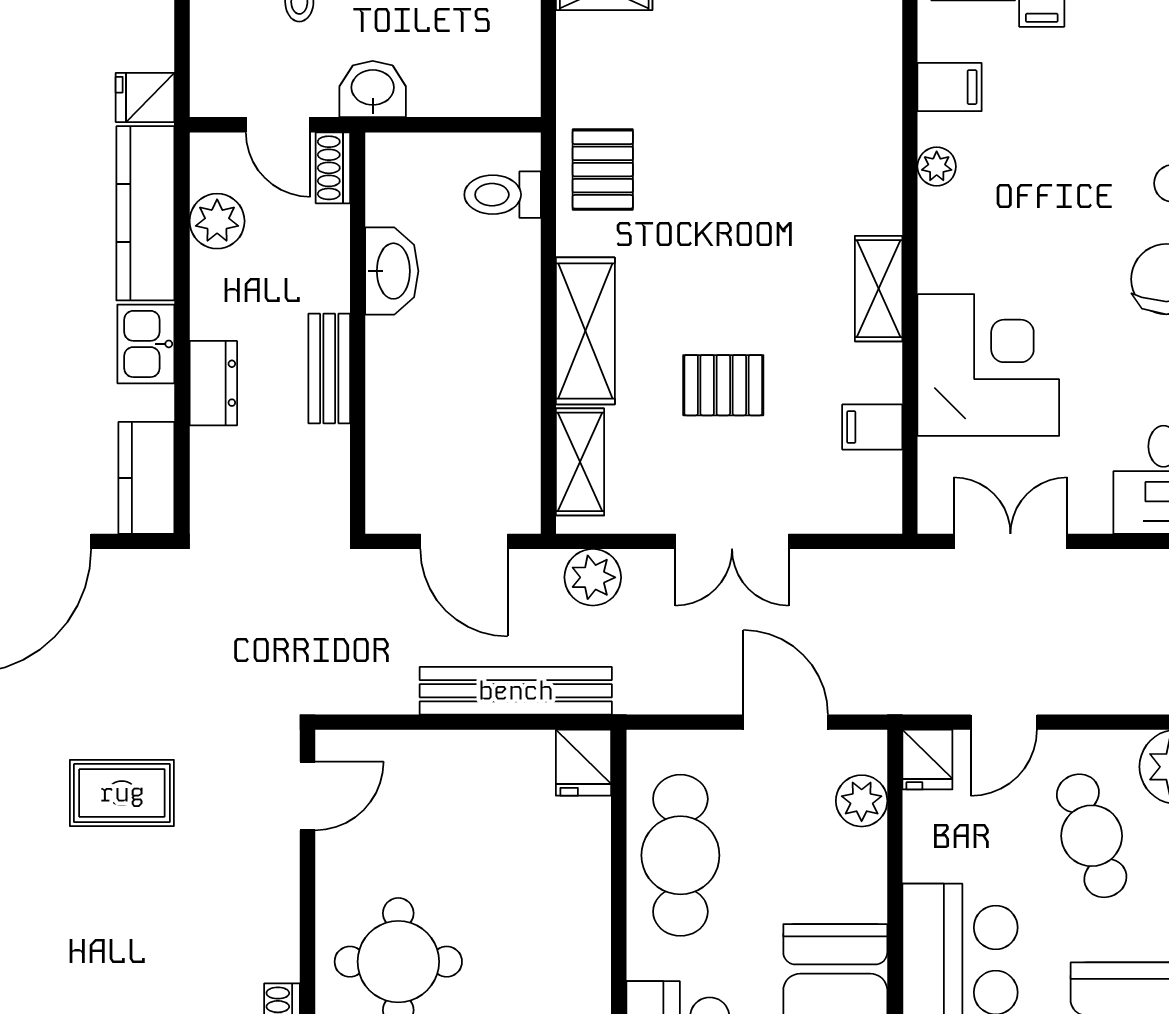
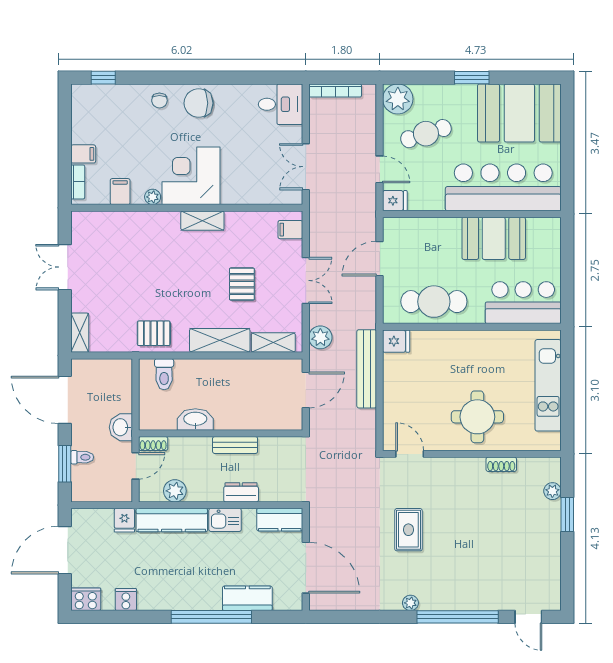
corner desk: (988, 365) -> (191, 176), moved
filing cabinet: (872, 427) -> (290, 230), moved, turned 90
plant: (862, 801) -> (412, 228), removed

